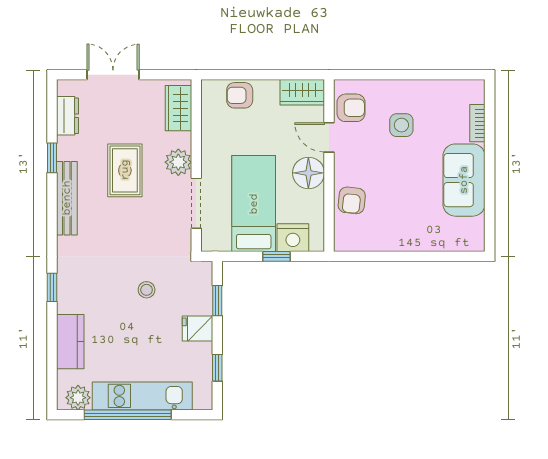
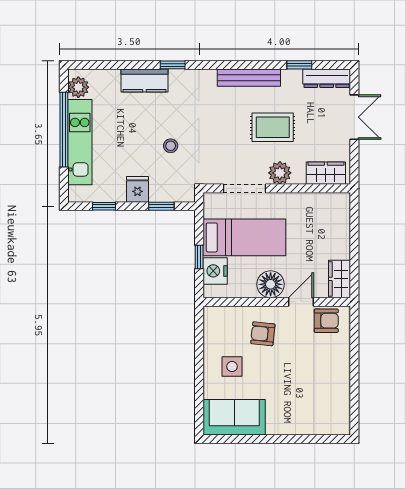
armchair: (240, 95) -> (337, 225), removed
armchair: (351, 108) -> (326, 321), turned -90
dresser: (68, 116) -> (327, 78), width x1.44
bookcase: (477, 123) -> (313, 429), removed
side table: (401, 125) -> (232, 367), moved
window: (52, 158) -> (299, 65), moved
sofa: (464, 180) -> (234, 417), moved
armchair: (352, 200) -> (263, 334), moved
kitchen counter: (70, 342) -> (144, 81), moved

